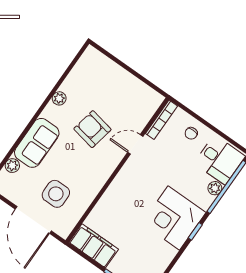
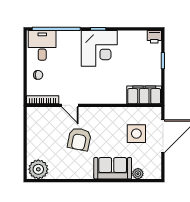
plant: (59, 98) -> (38, 169), moved, width x1.88, depth x1.88
plant: (215, 188) -> (62, 36), removed
filing cabinet: (94, 246) -> (144, 95), moved, turned 90

